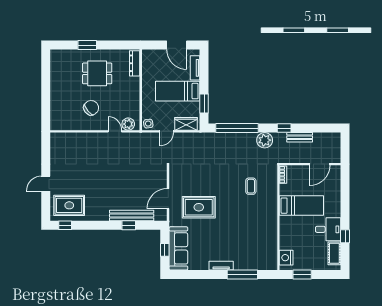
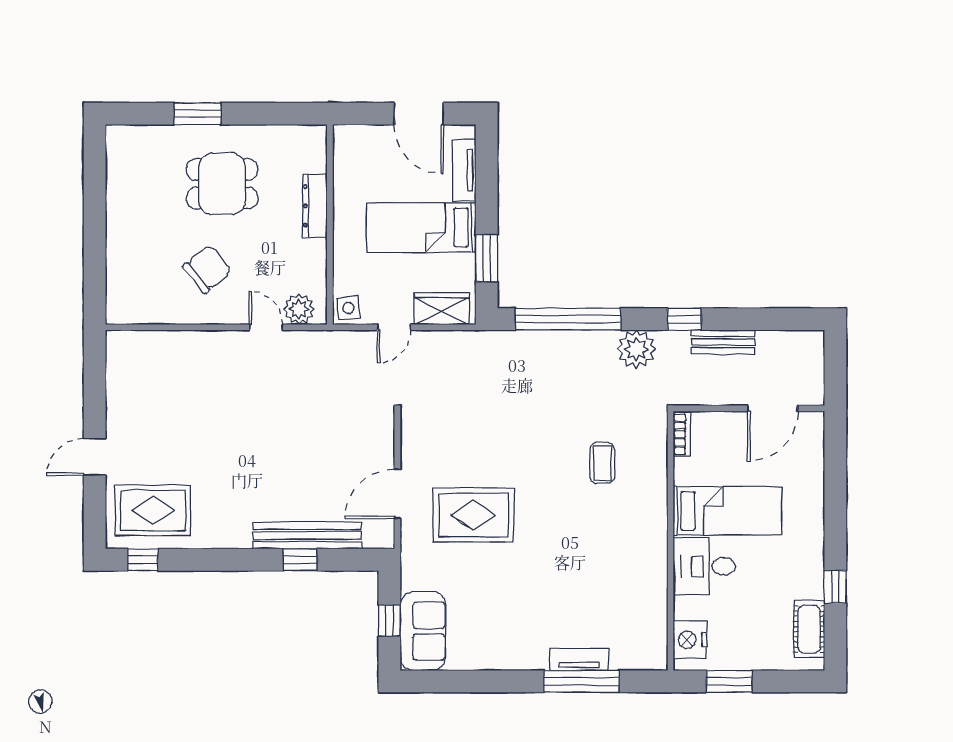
dresser: (135, 63) -> (315, 206), moved
desk: (328, 229) -> (704, 566), moved, turned 180
sofa: (178, 248) -> (423, 631), width x0.73
tv unit: (221, 266) -> (579, 659), moved

